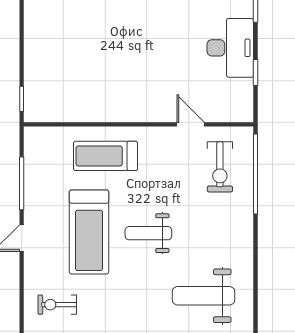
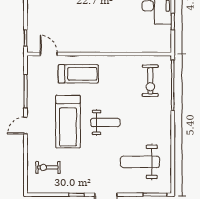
door: (191, 124) -> (49, 54), moved
treadmill: (106, 156) -> (78, 74), turned 180
weight bench: (148, 233) -> (105, 122), turned 180

